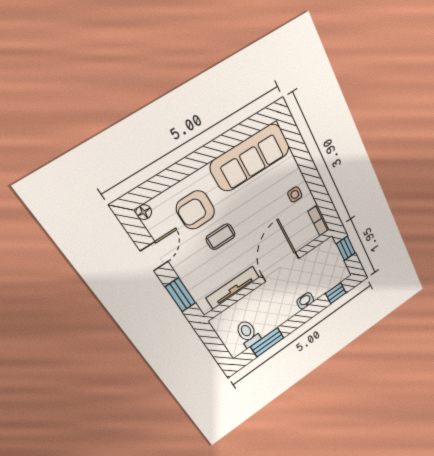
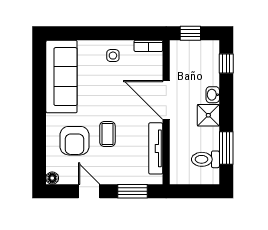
shower: (287, 310) -> (208, 115), added

